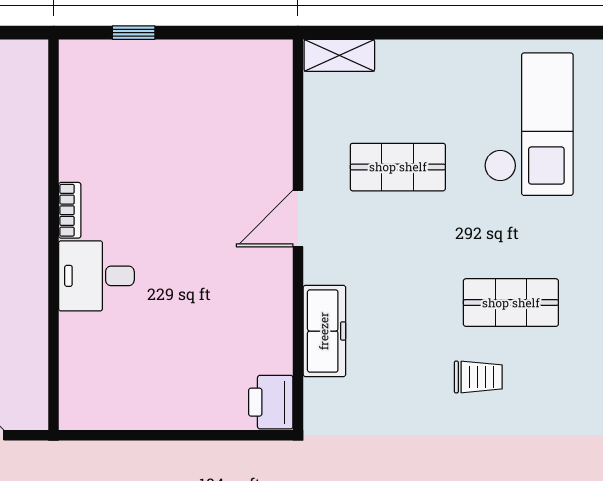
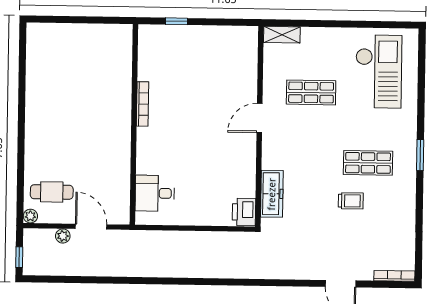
bookcase: (70, 210) -> (142, 104), width x1.56
desk: (96, 276) -> (155, 193), moved
freezer: (324, 331) -> (272, 194), moved

